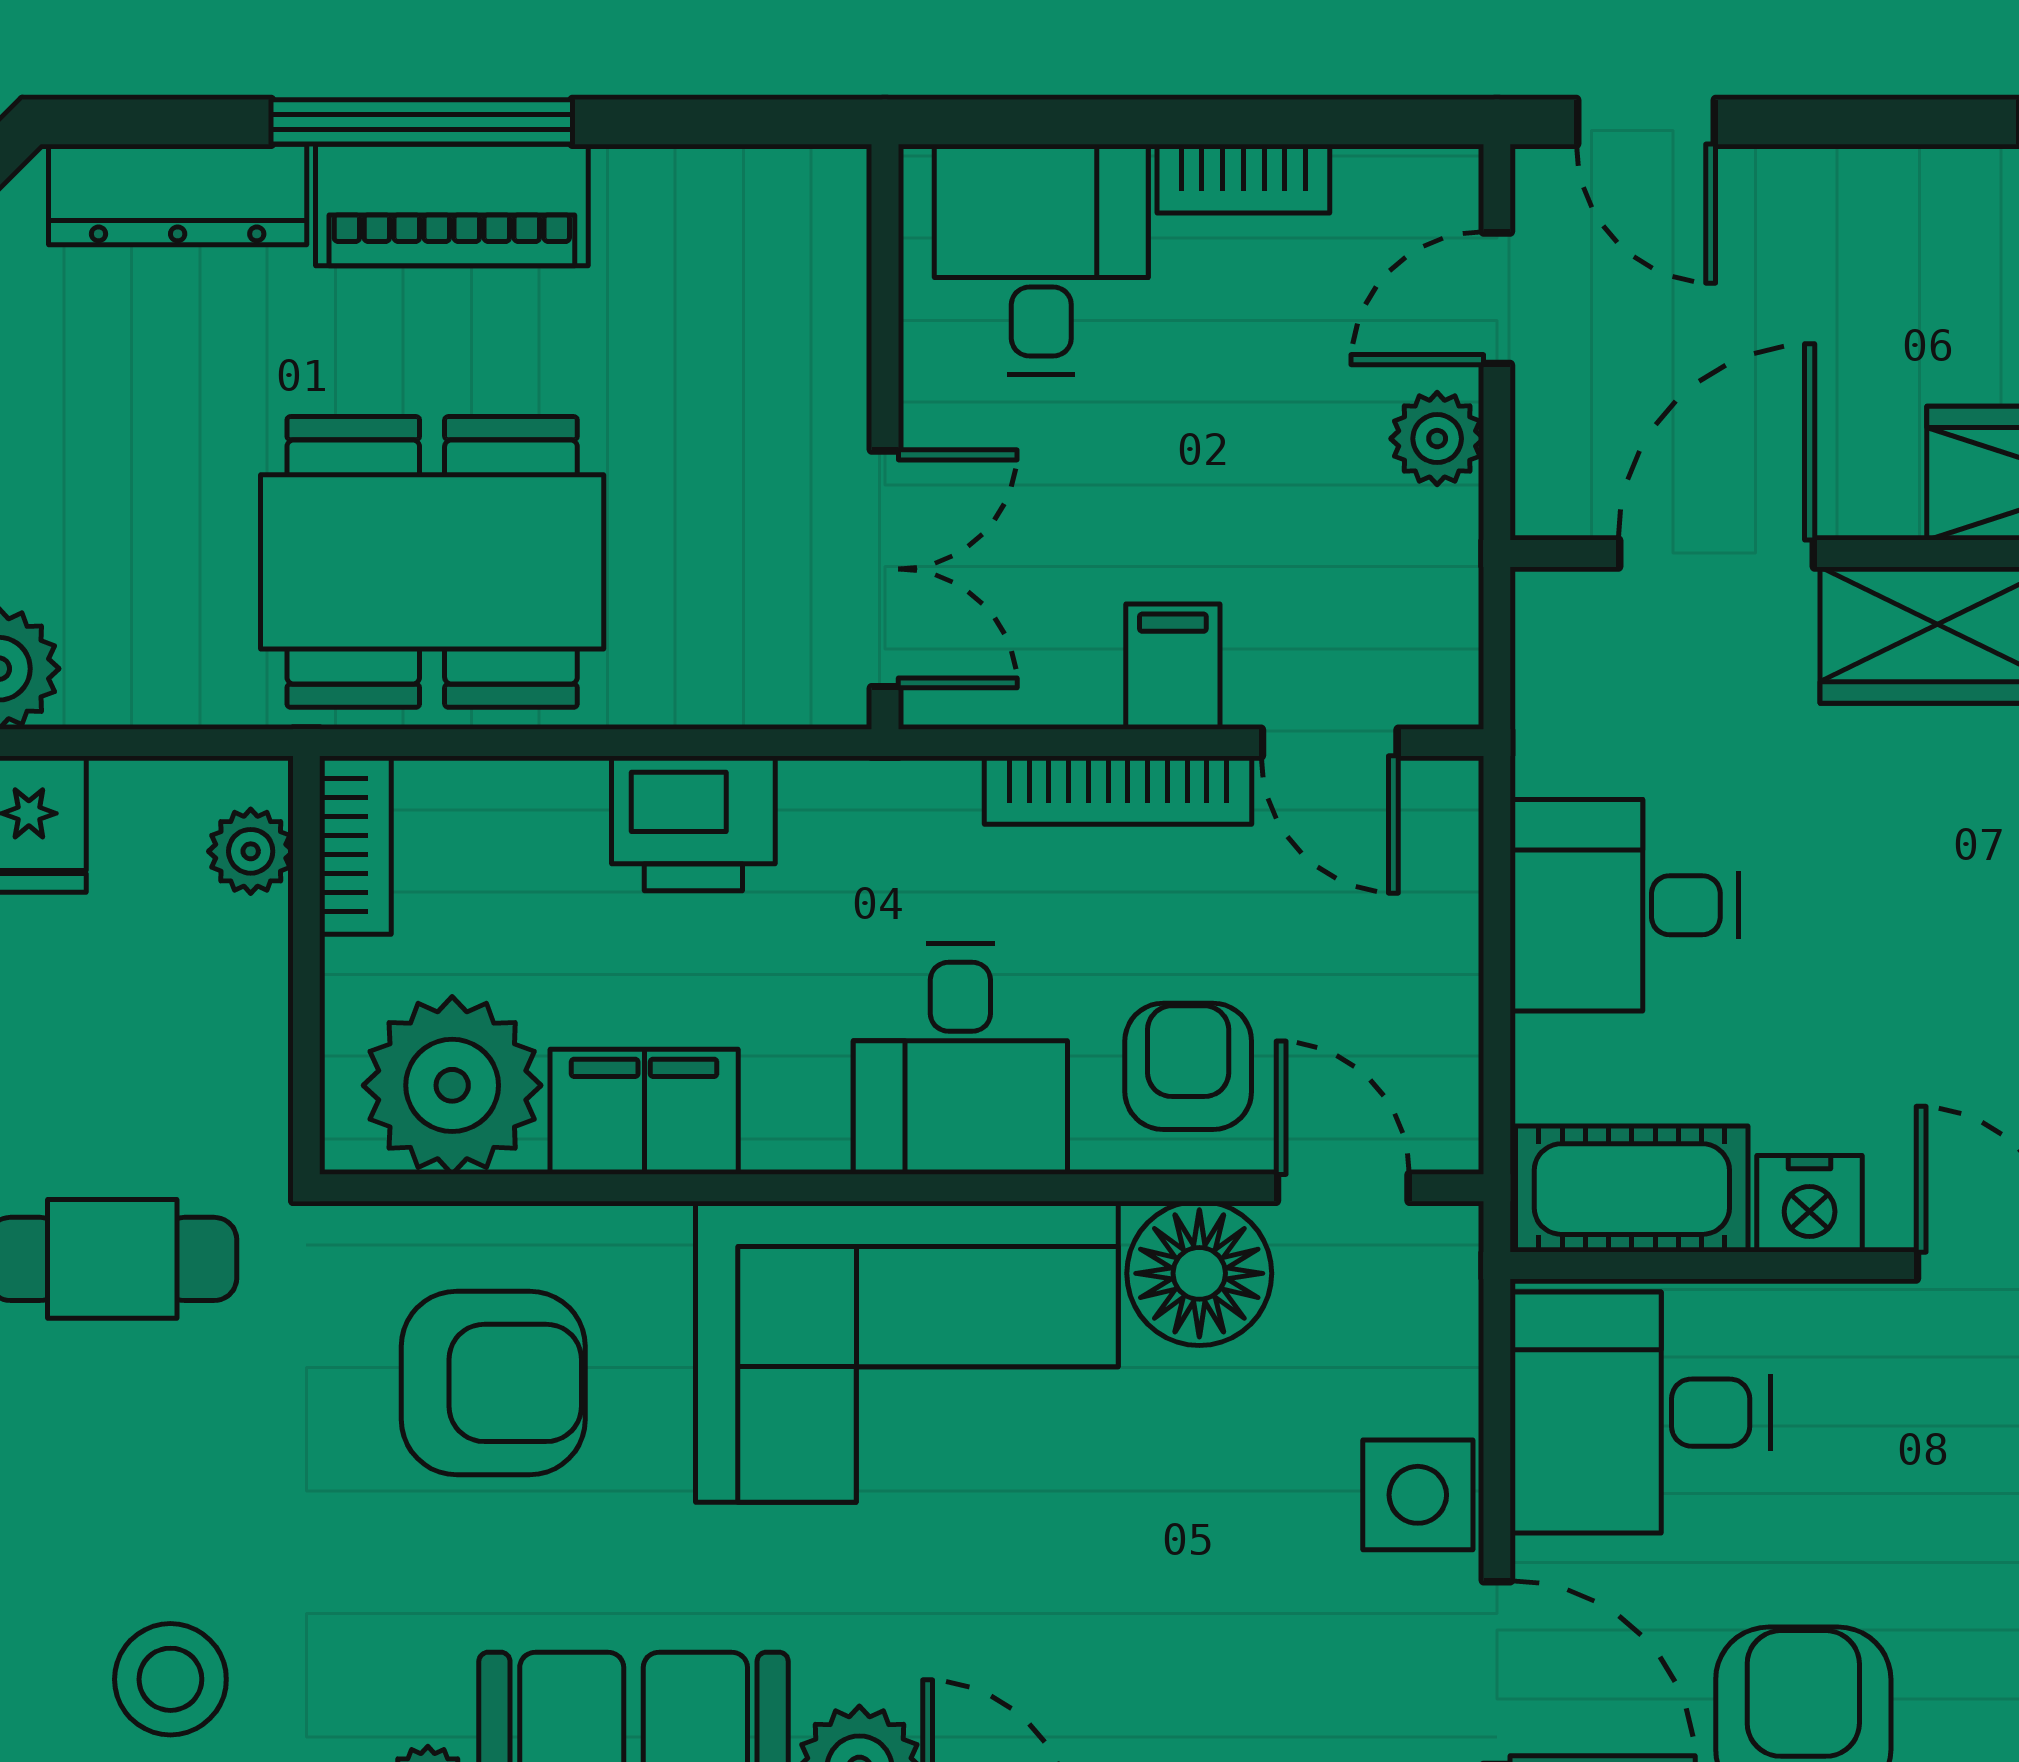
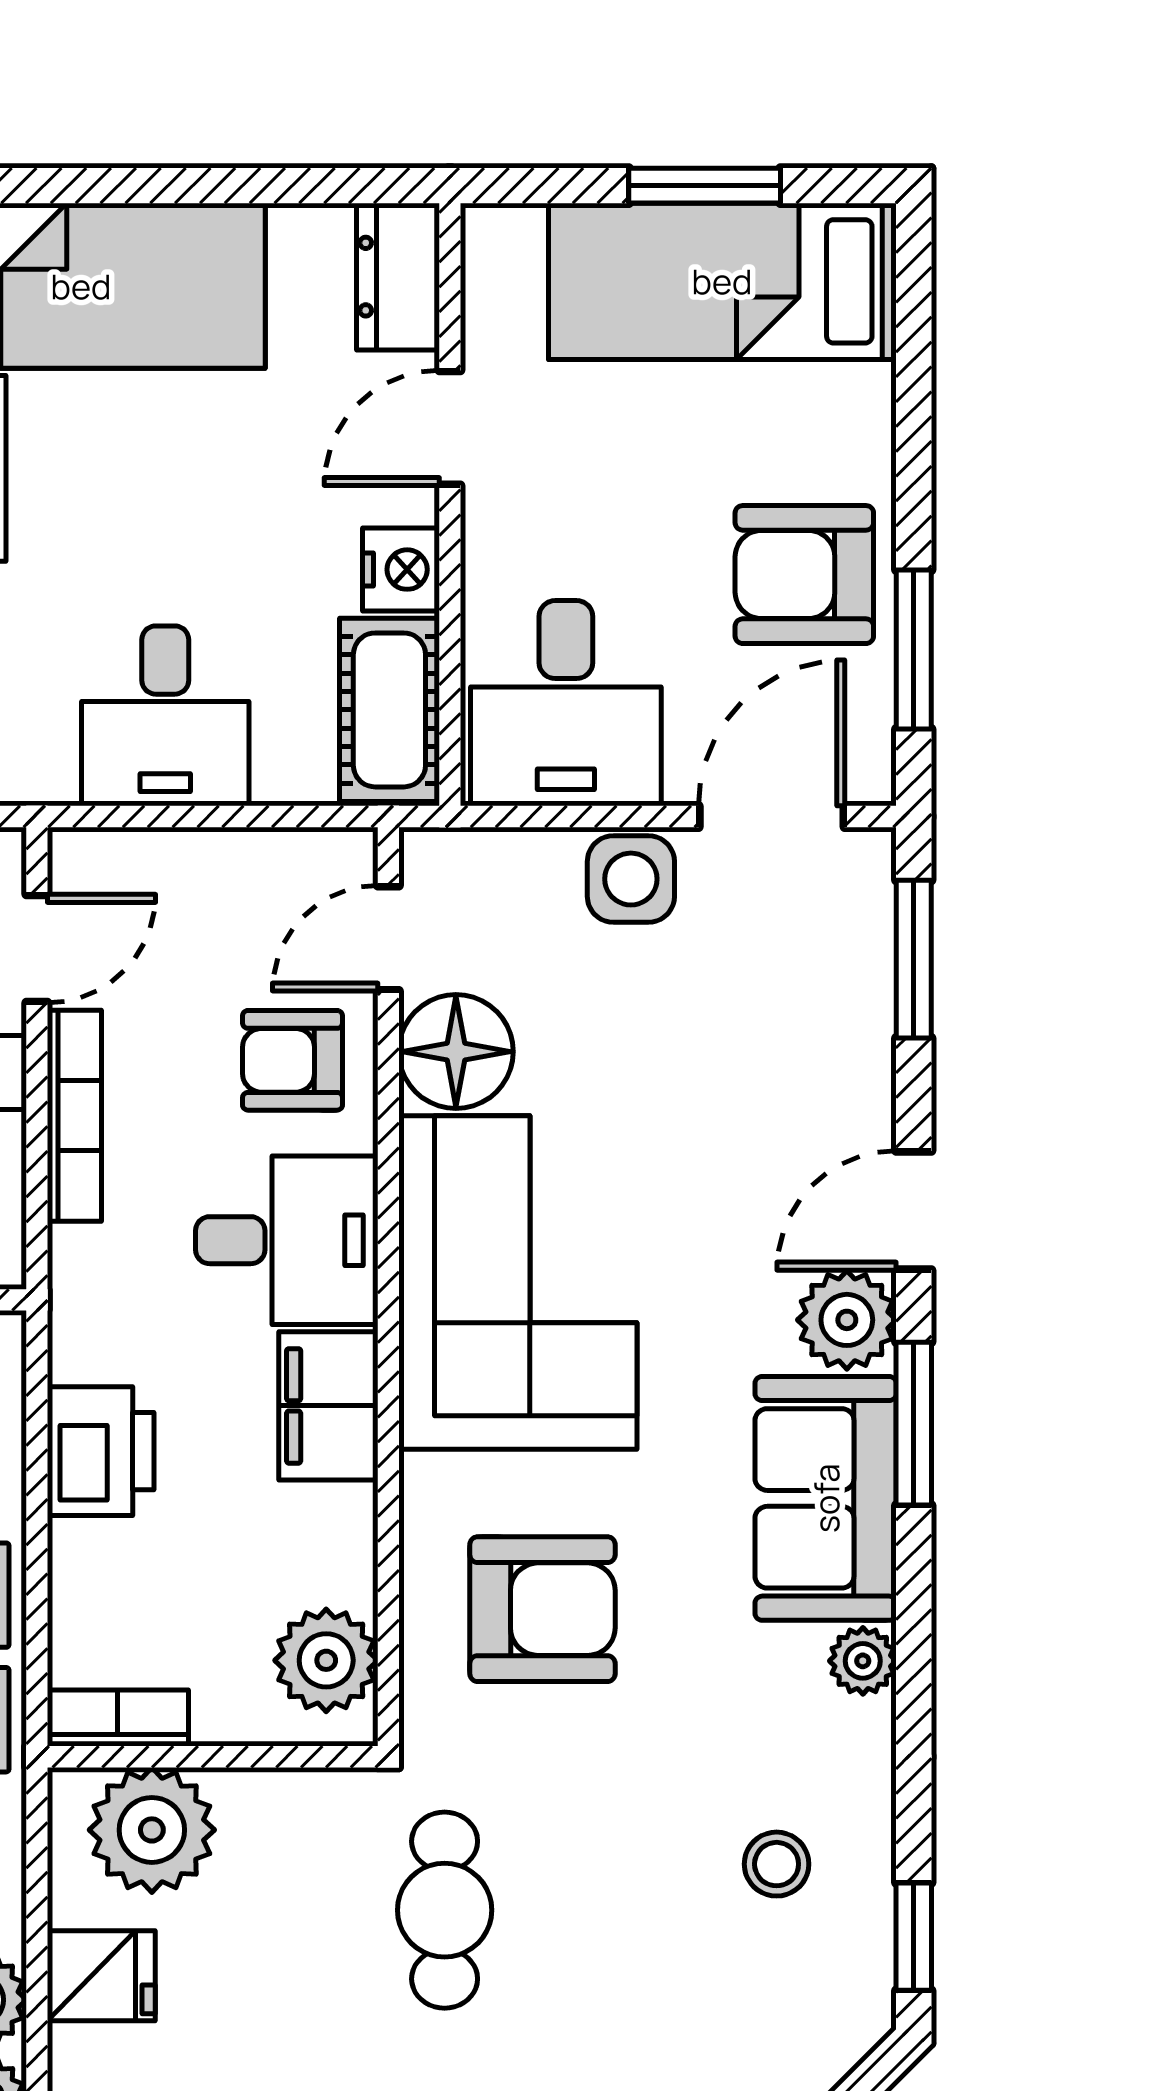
plant: (251, 851) -> (152, 1830), width x1.88, depth x1.88
plant: (452, 1085) -> (326, 1660), width x0.73, depth x0.73
filing cabinet: (644, 1112) -> (328, 1406), moved
armchair: (493, 1383) -> (543, 1609), turned 90
stool: (170, 1679) -> (777, 1864), width x0.73, depth x0.73

